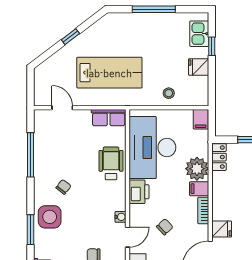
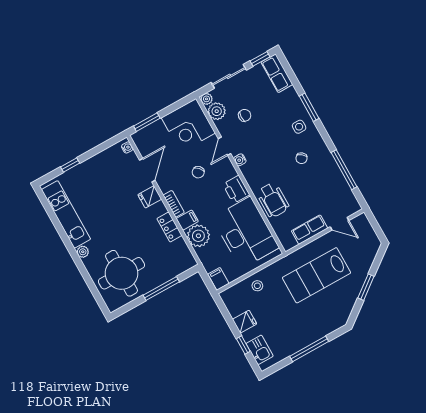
window: (70, 37) -> (366, 287), width x1.50
row of seats: (109, 118) -> (310, 230), moved
locker: (219, 157) -> (169, 227), moved
side table: (50, 217) -> (299, 127), width x0.54, depth x0.54

